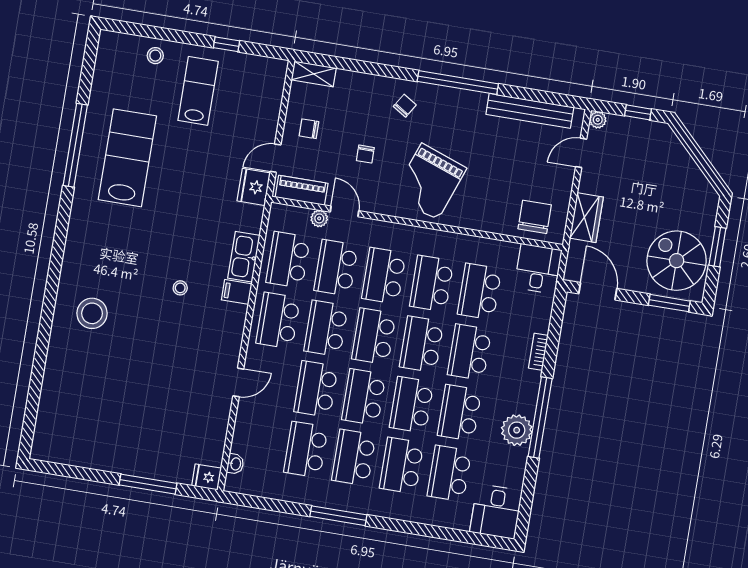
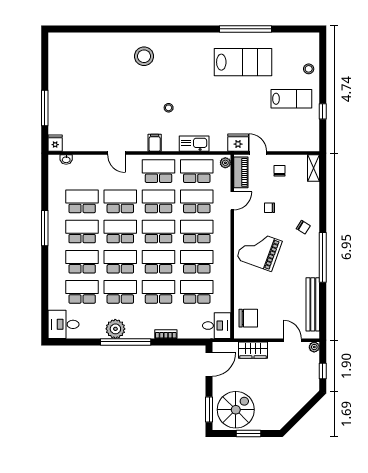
plant: (319, 218) -> (225, 163), moved
filing cabinet: (237, 292) -> (155, 143), moved

